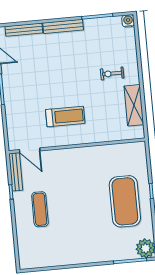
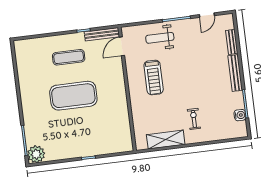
water cooler: (128, 21) -> (240, 115), moved
bench: (24, 30) -> (232, 42), width x0.73
weight bench: (22, 108) -> (160, 38), added
exercise mat: (125, 201) -> (73, 96), moved

